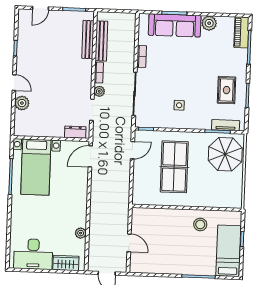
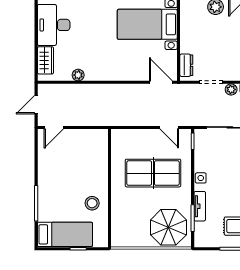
side table: (179, 105) -> (201, 178), moved
tv unit: (226, 125) -> (200, 206), moved
door: (129, 243) -> (54, 127), moved

